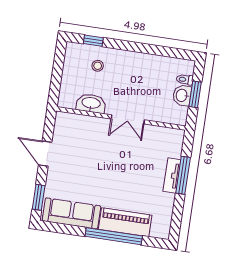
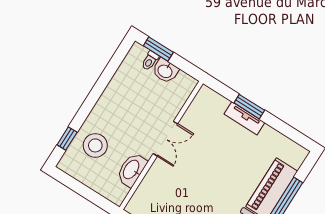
stool: (98, 66) -> (95, 145), width x1.89, depth x1.89
window: (195, 94) -> (158, 49), moved
window: (183, 175) -> (249, 107), width x0.69

